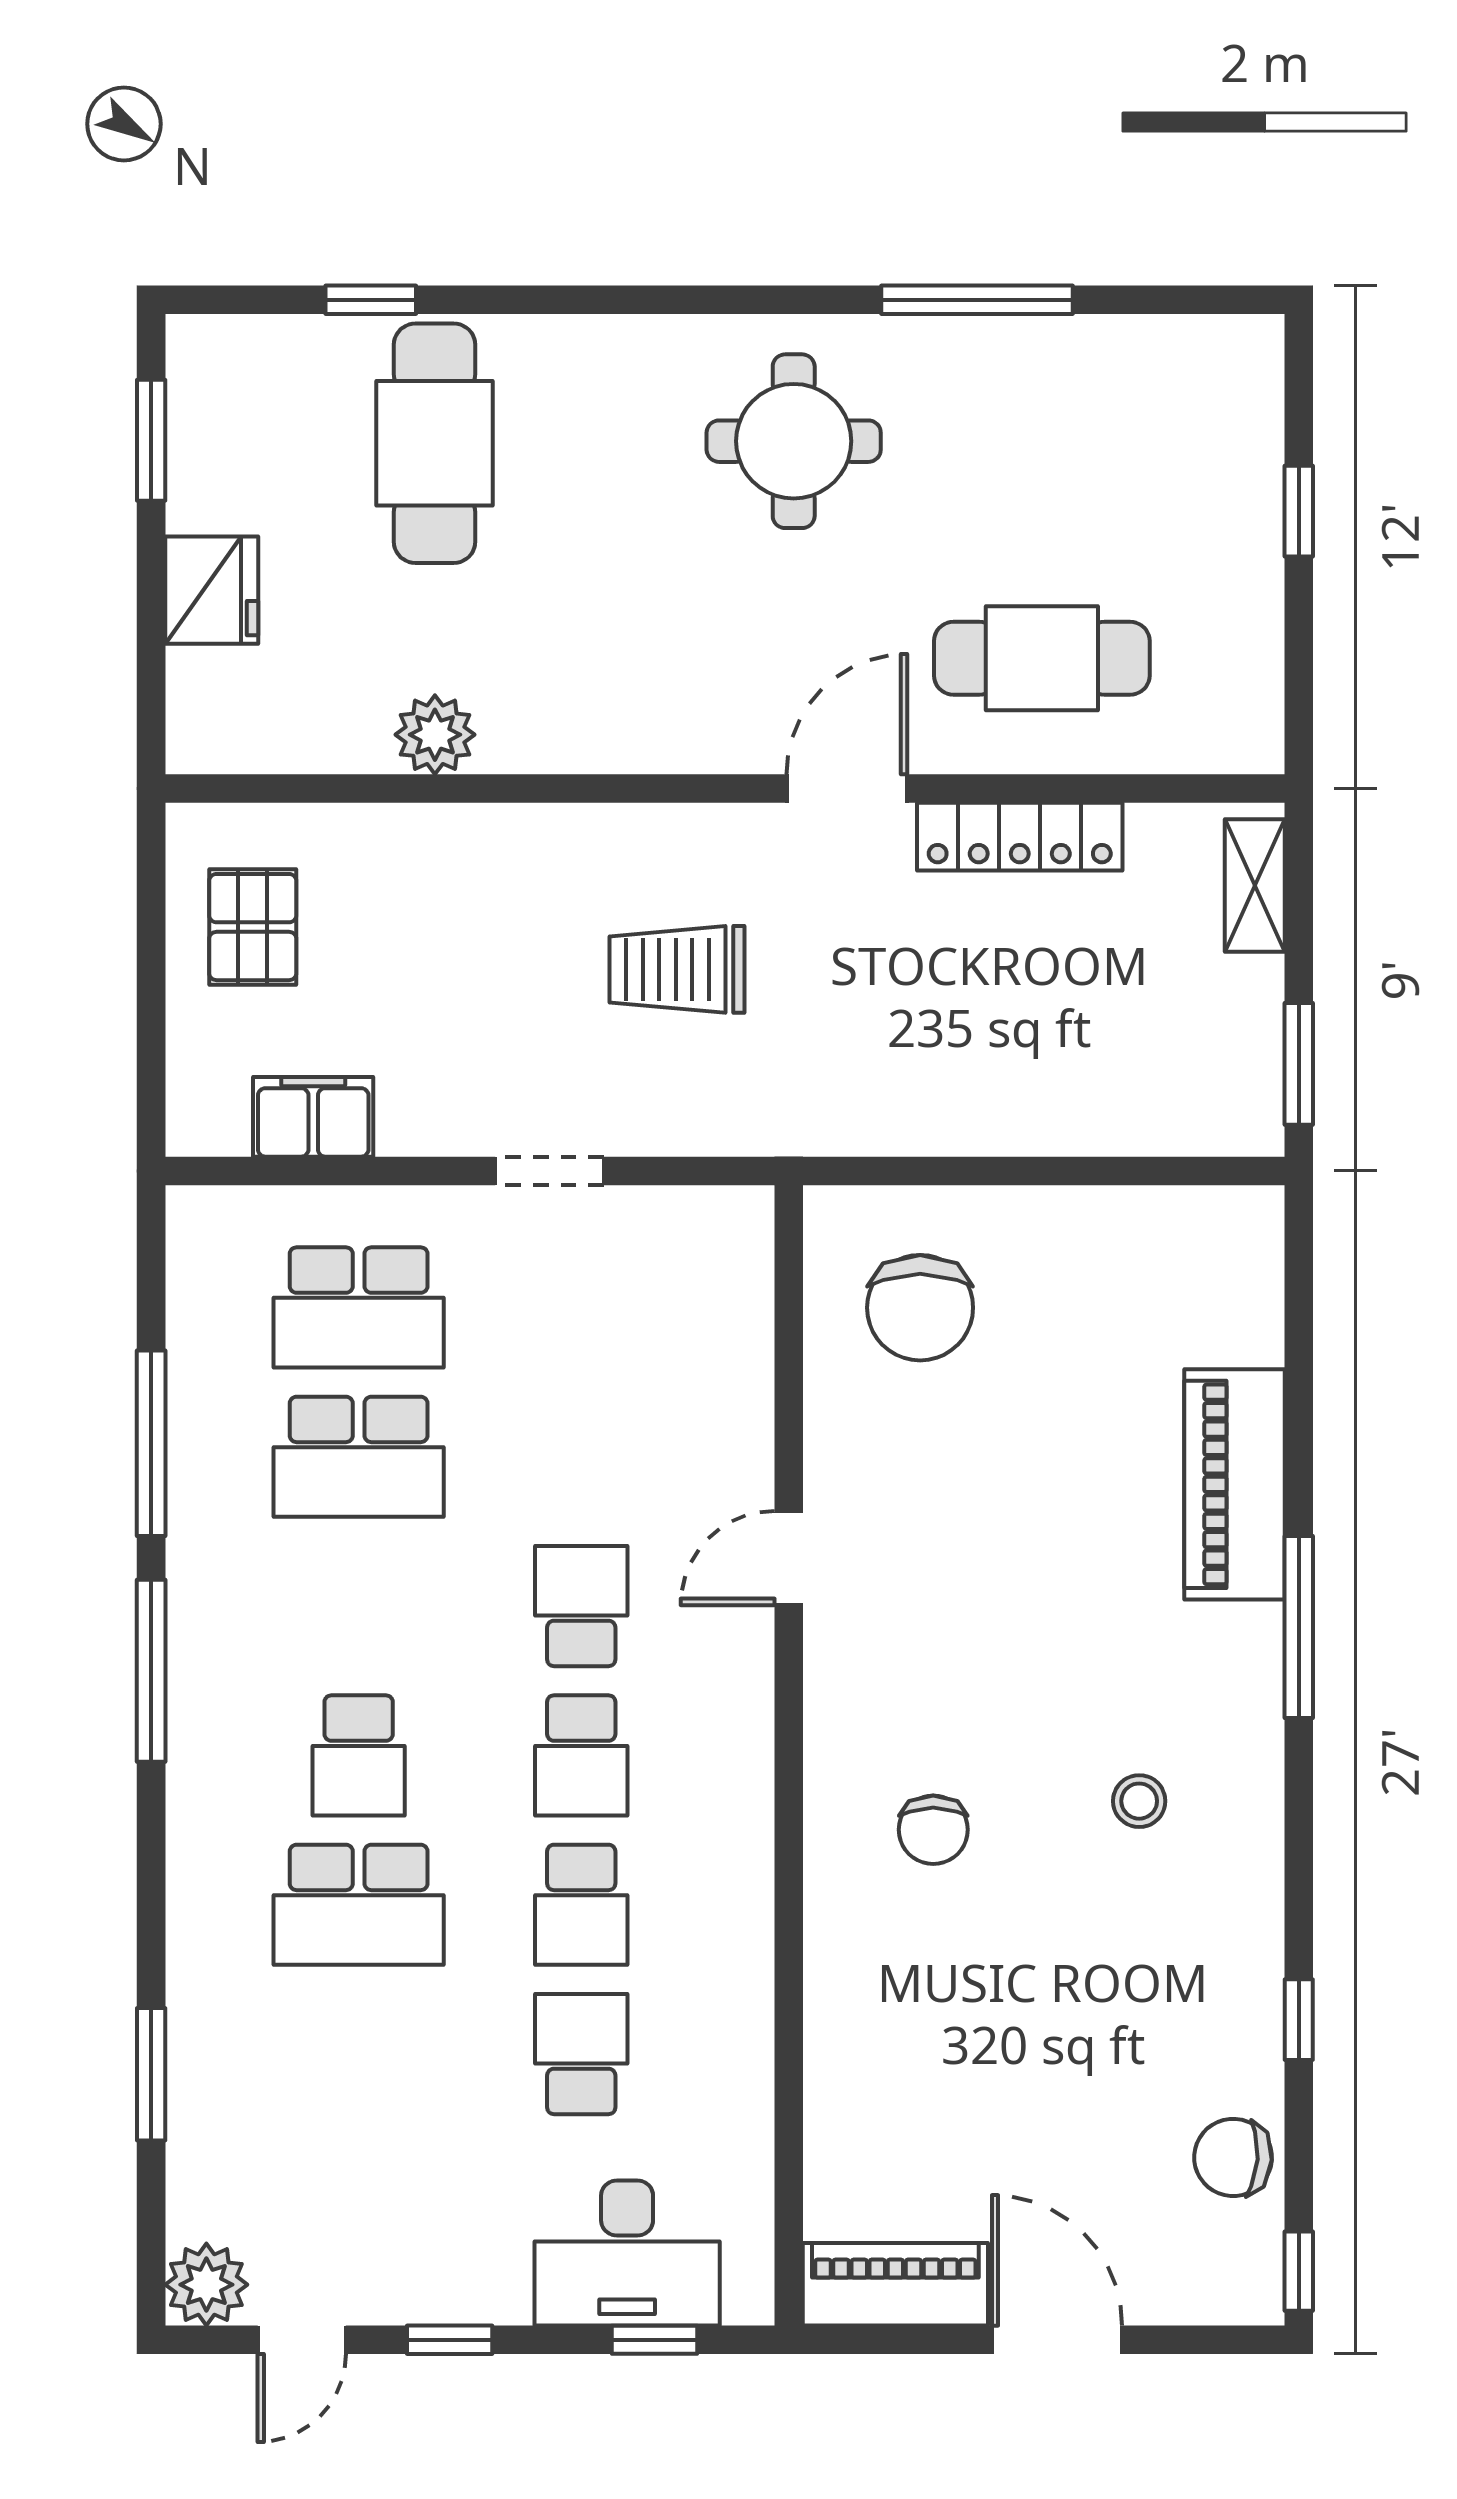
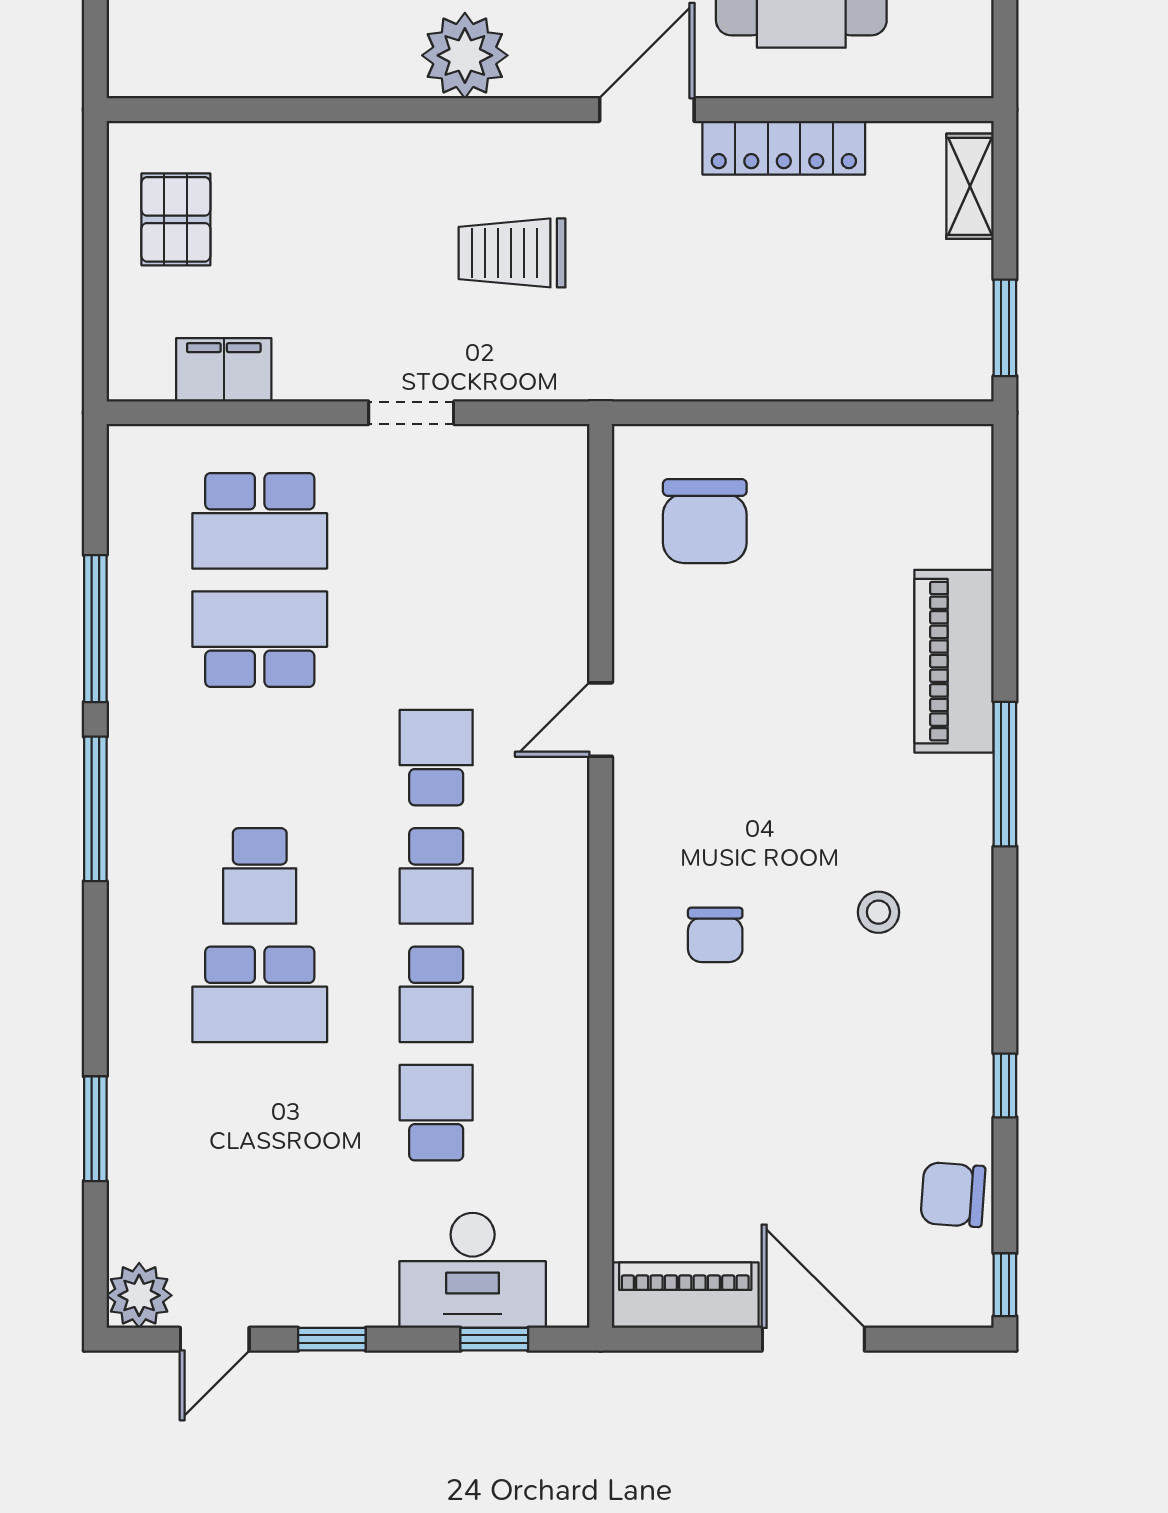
plant: (435, 735) -> (465, 55), moved, width x1.36, depth x1.36
school desk: (359, 1457) -> (260, 639), turned 180

